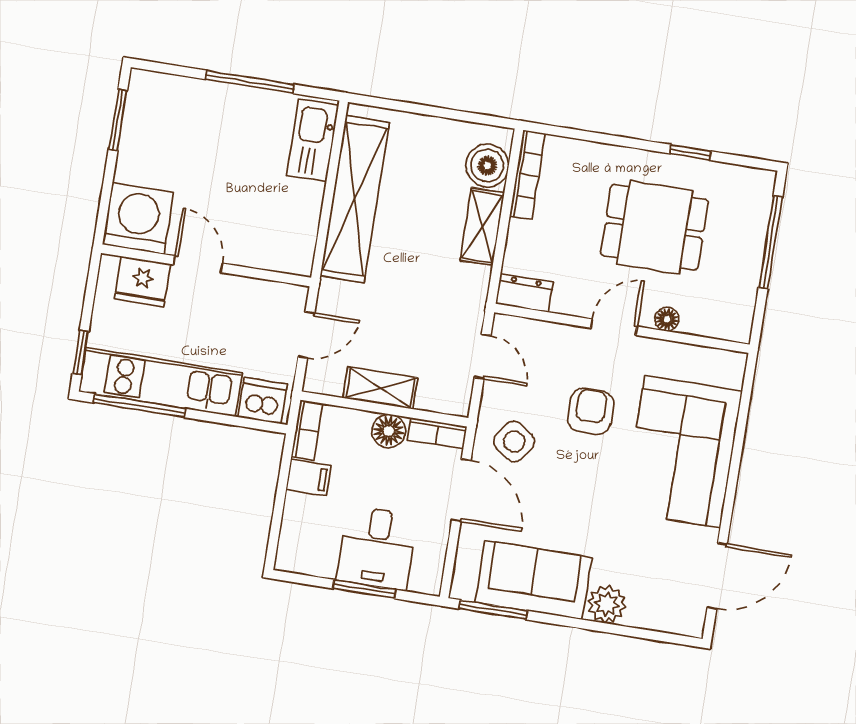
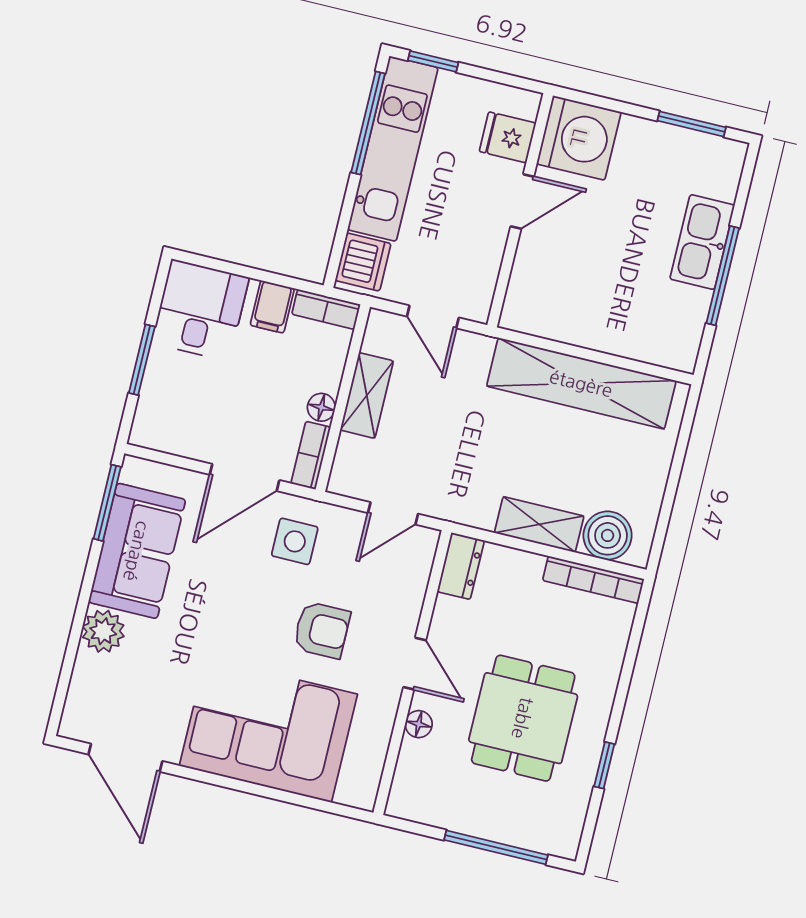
kitchen sink: (313, 140) -> (702, 242), moved, turned -90
fridge: (142, 281) -> (508, 137), width x0.72
floor lamp: (389, 431) -> (321, 407), width x0.73, depth x0.73
side table: (514, 441) -> (295, 541), turned -35
desk: (377, 548) -> (200, 310), moved, turned 90

